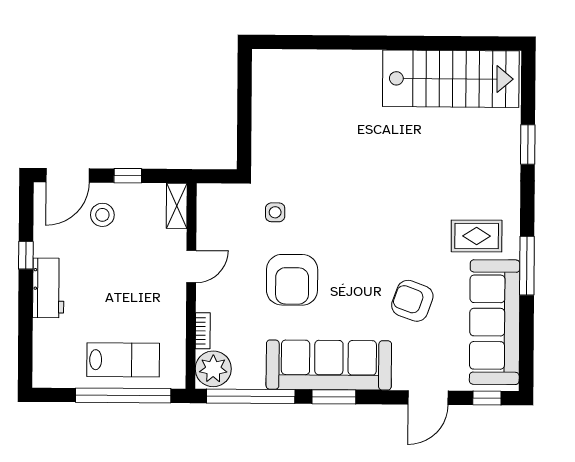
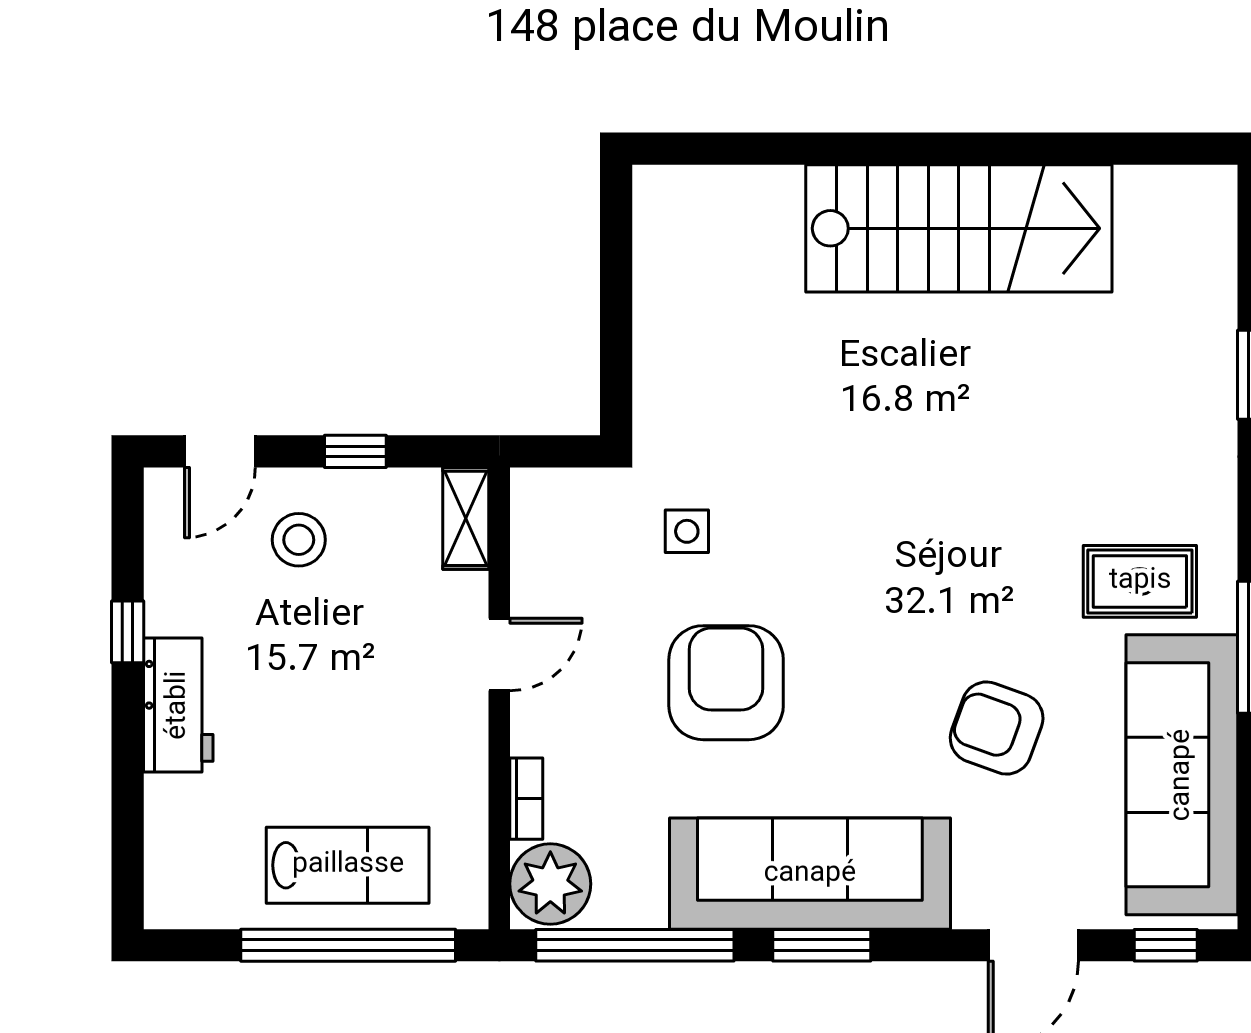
stairs: (451, 79) -> (959, 228), moved
door: (68, 175) -> (220, 451), width x0.73
armchair: (292, 280) -> (726, 683), turned 180

